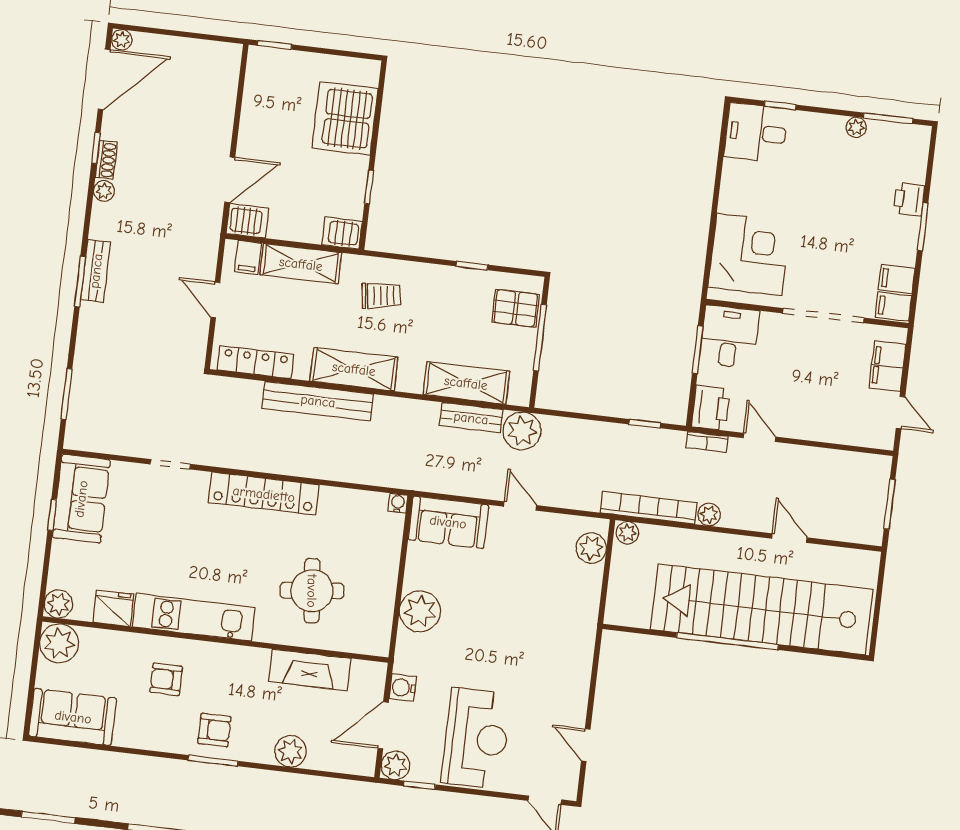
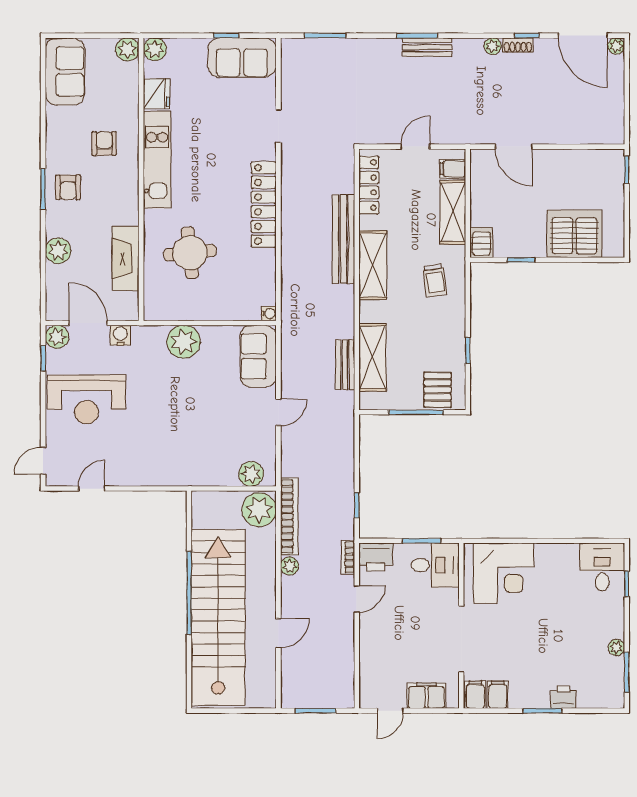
server rack: (247, 221) -> (482, 165), removed
plant: (522, 431) -> (339, 407), removed
plant: (627, 533) -> (259, 510), width x1.88, depth x1.88
plant: (59, 643) -> (127, 49), width x0.73, depth x0.73

